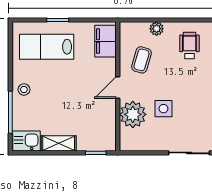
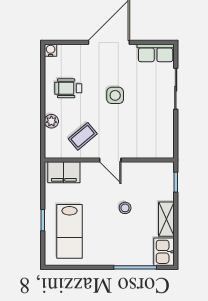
coffee table: (141, 60) -> (83, 136), turned -56
stool: (24, 90) -> (125, 208), moved
side table: (163, 109) -> (115, 95), moved
plant: (133, 114) -> (137, 145), removed

